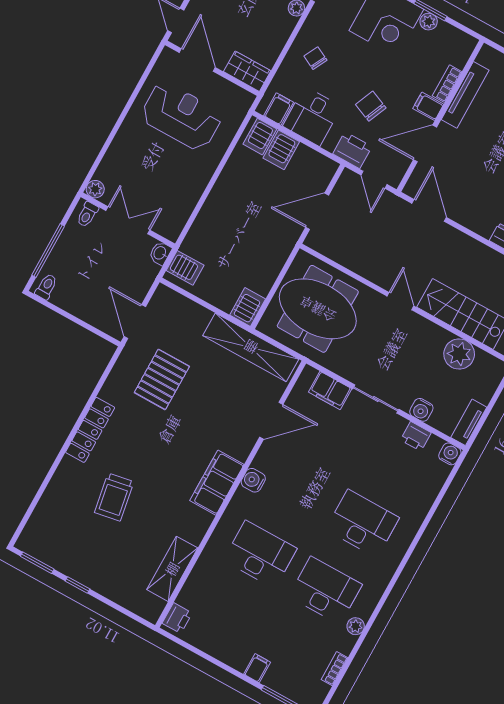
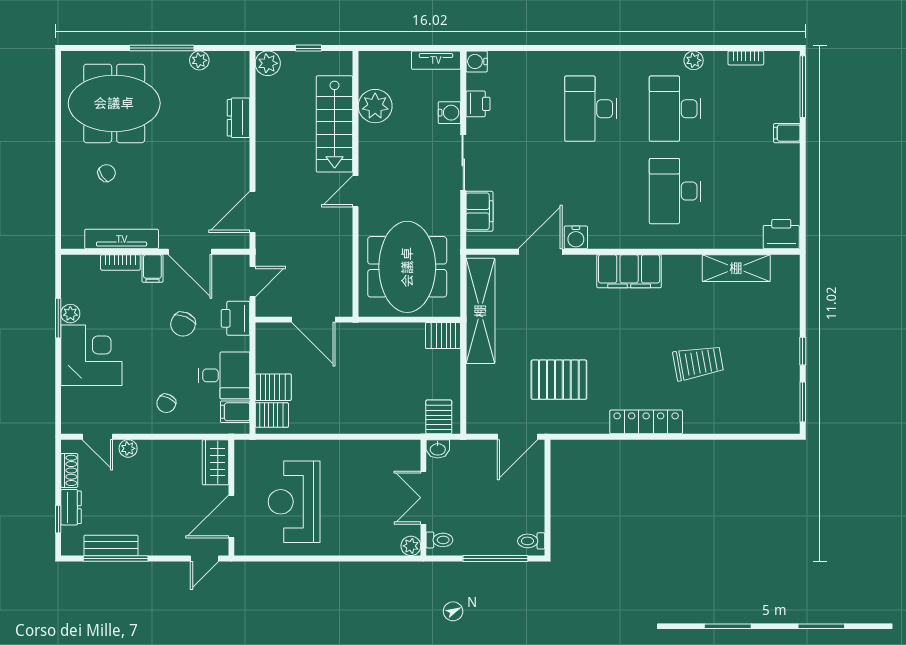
door: (271, 421) -> (540, 252), hinge flipped
water cooler: (253, 480) -> (576, 237), moved
printer: (177, 618) -> (781, 234), width x1.36, depth x1.24

